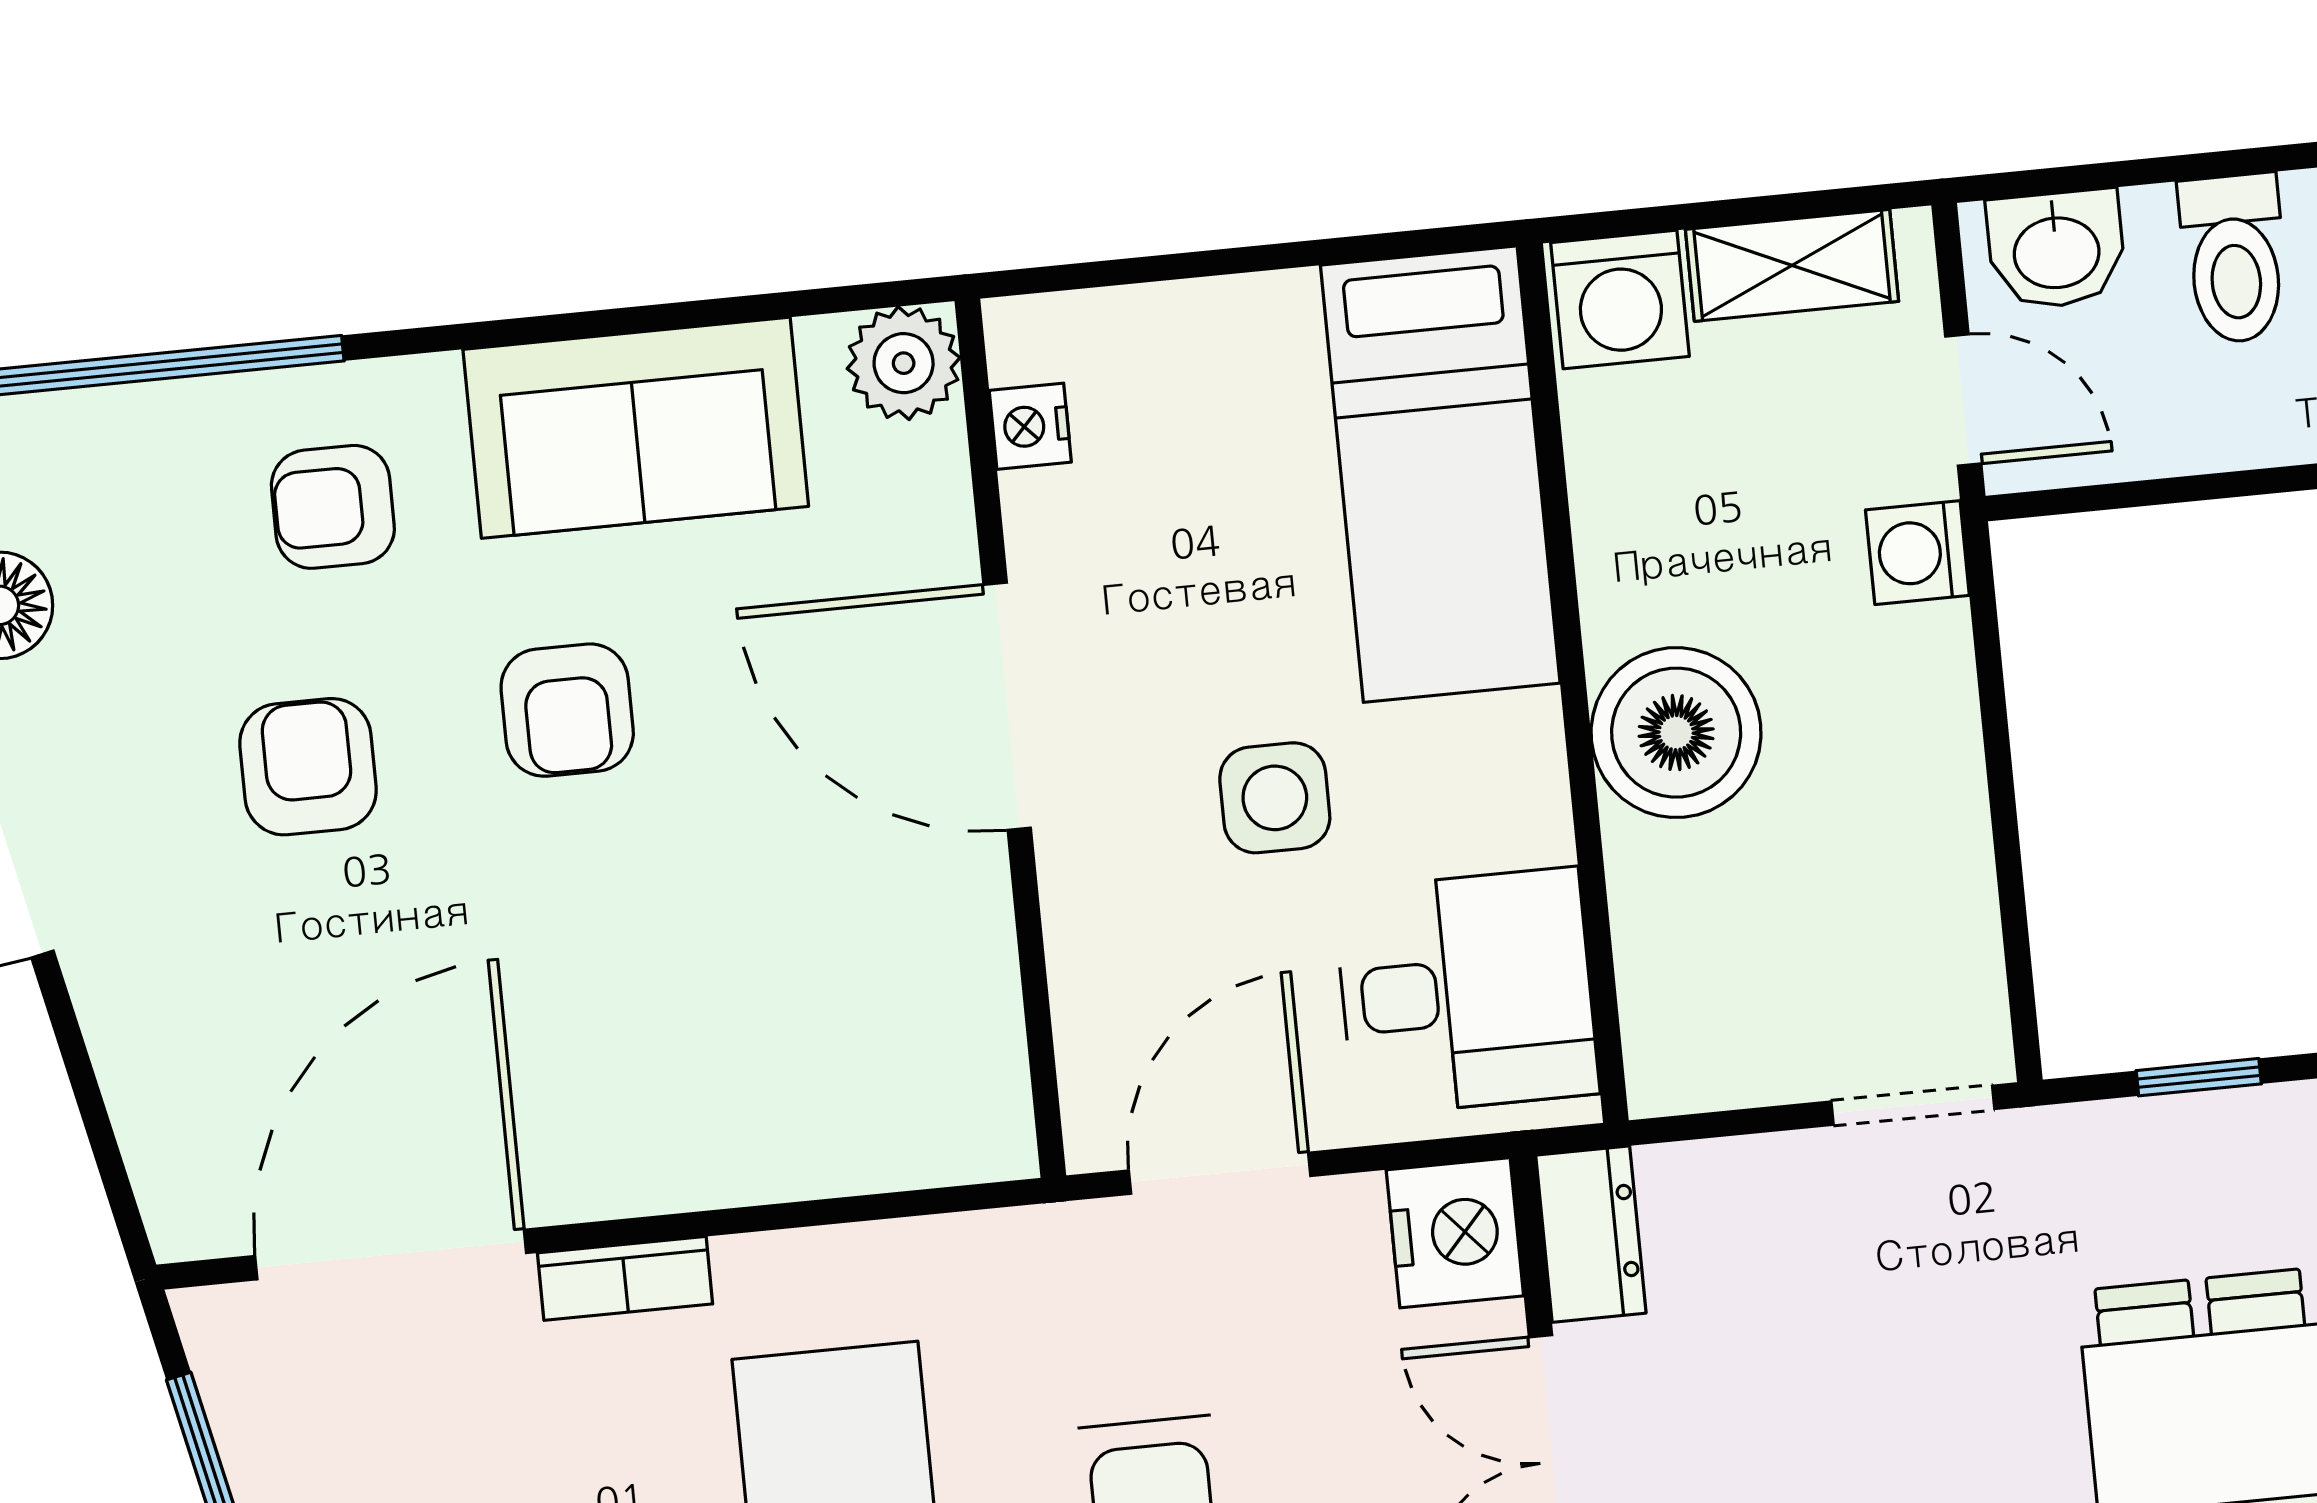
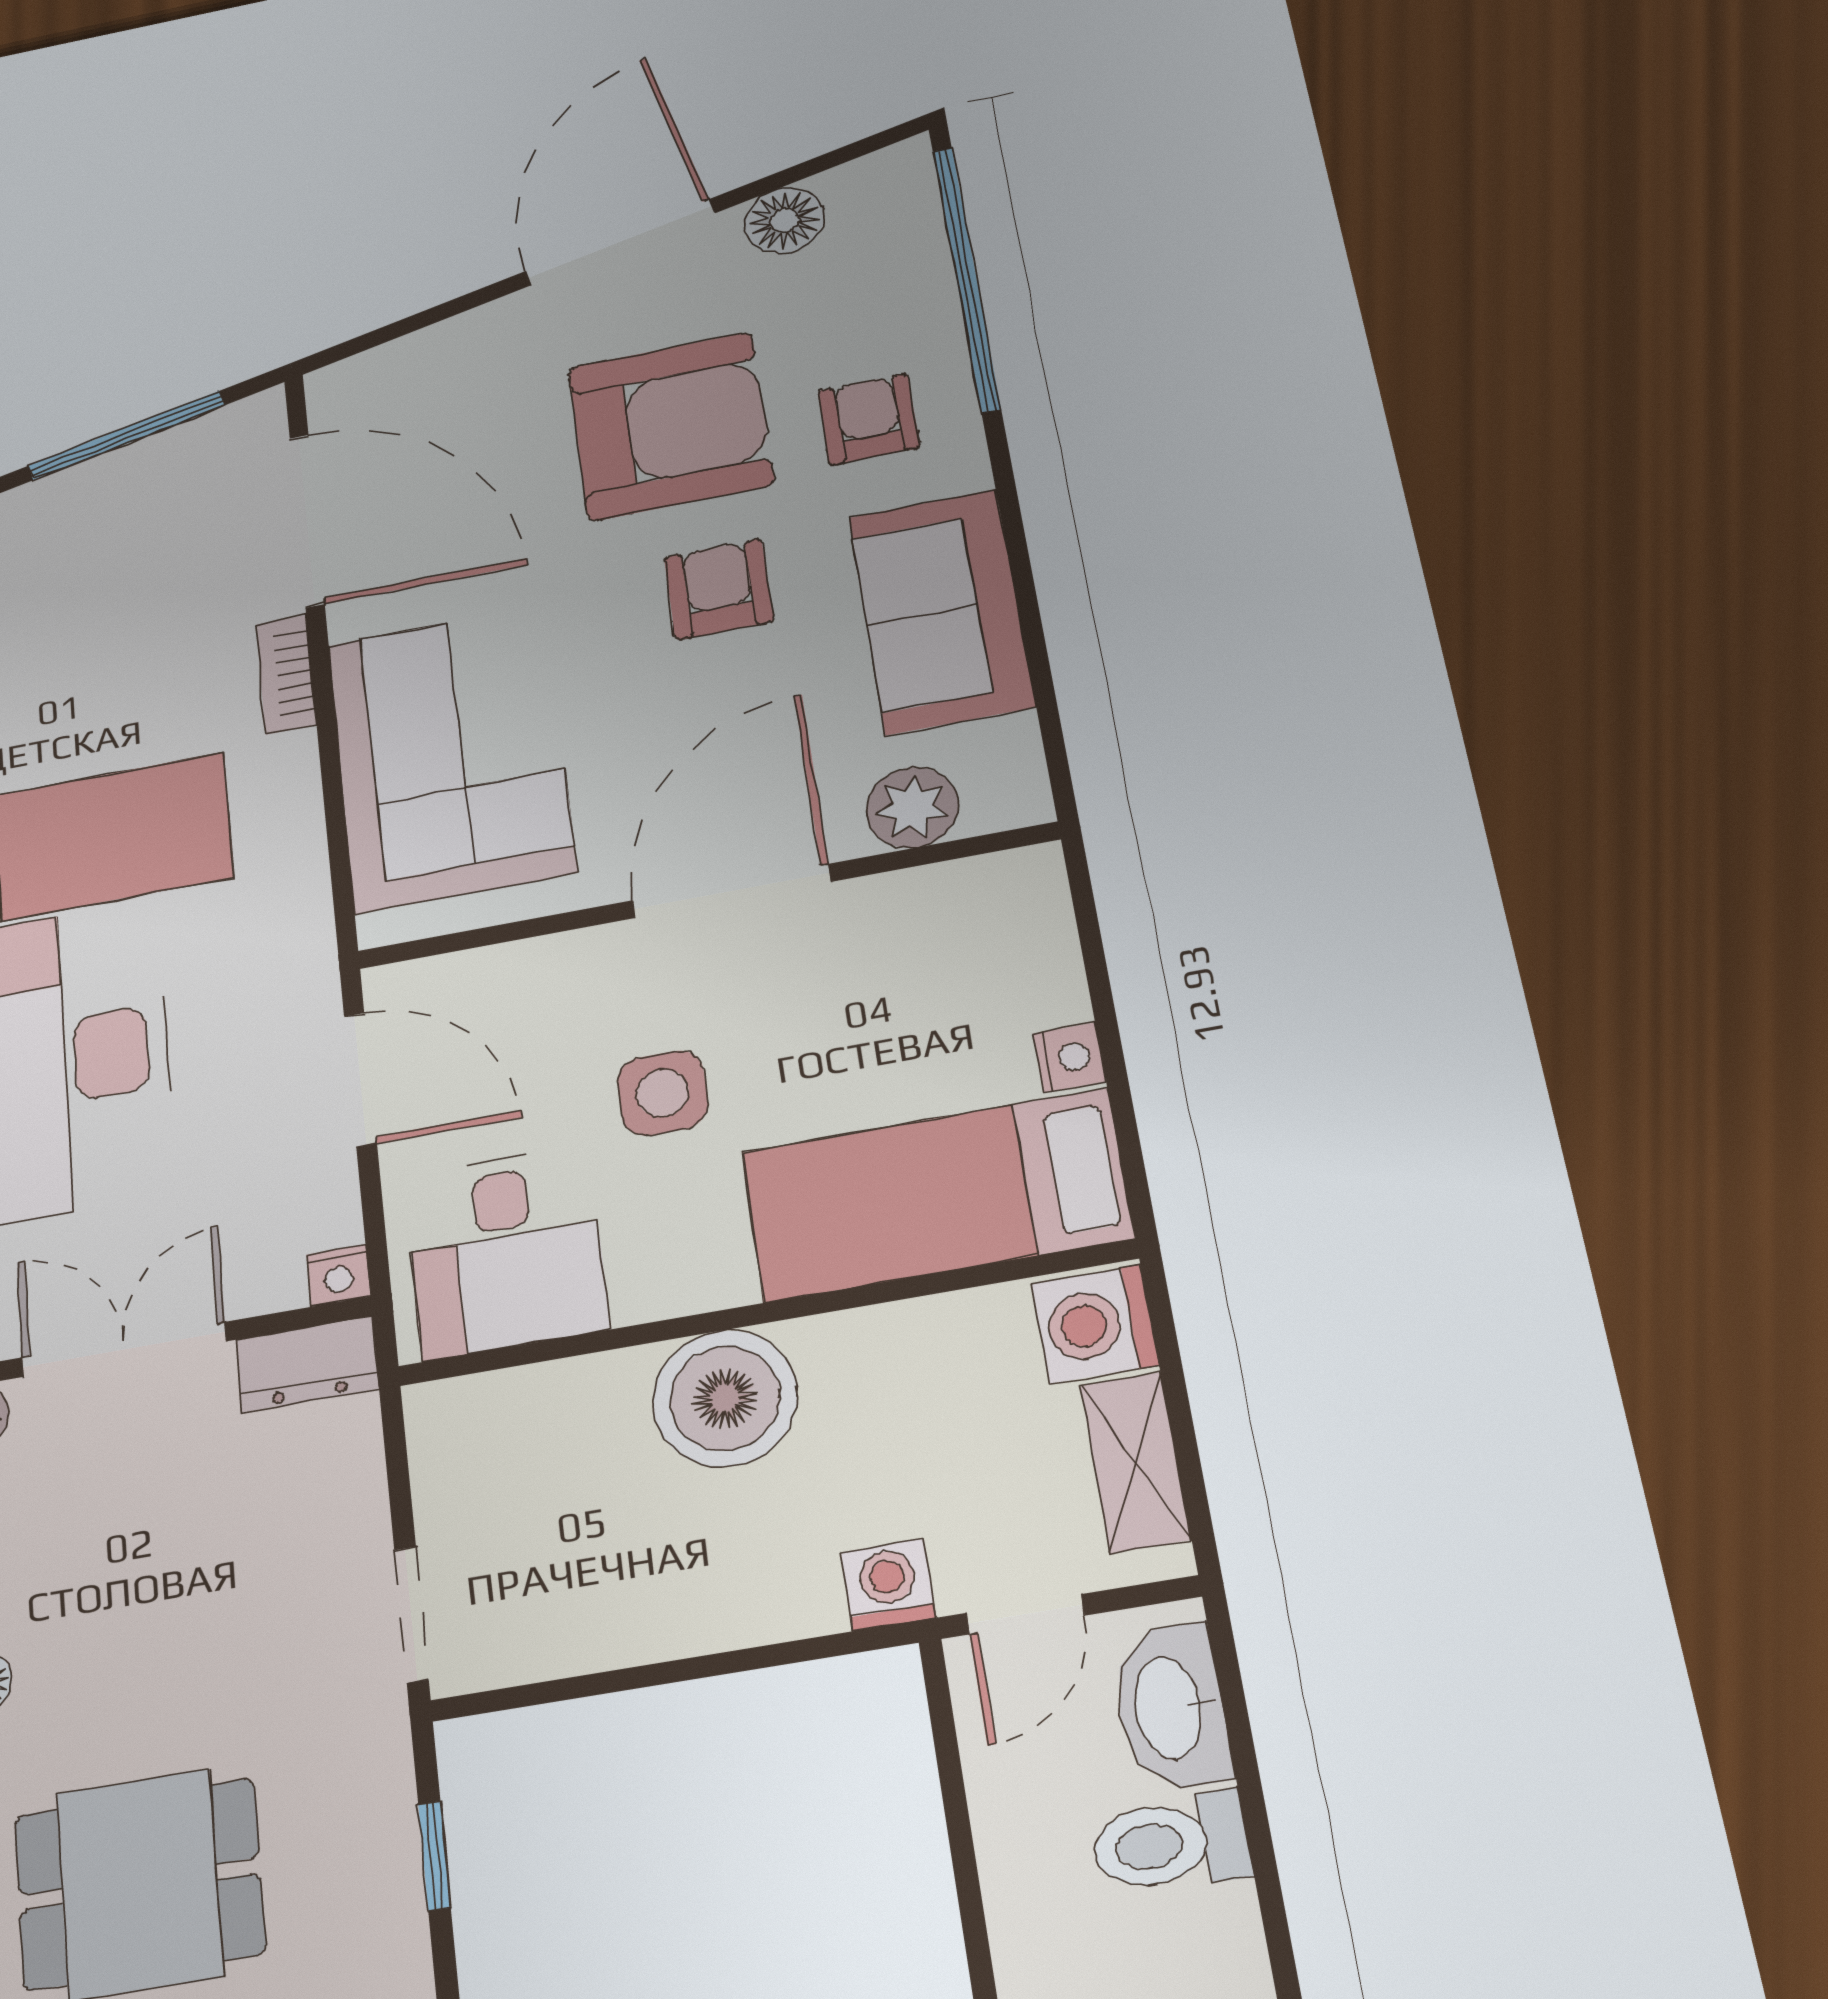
washbasin: (2056, 249) -> (1171, 1707), width x1.38
plant: (904, 363) -> (912, 807), moved
nightstand: (1030, 426) -> (1069, 1057), moved, turned 90
armchair: (567, 710) -> (719, 589), turned 90
armchair: (308, 767) -> (671, 426), width x1.88, depth x1.88
corner sofa: (775, 1060) -> (451, 757), added
nightstand: (1455, 1233) -> (338, 1275), width x0.53, depth x0.56

